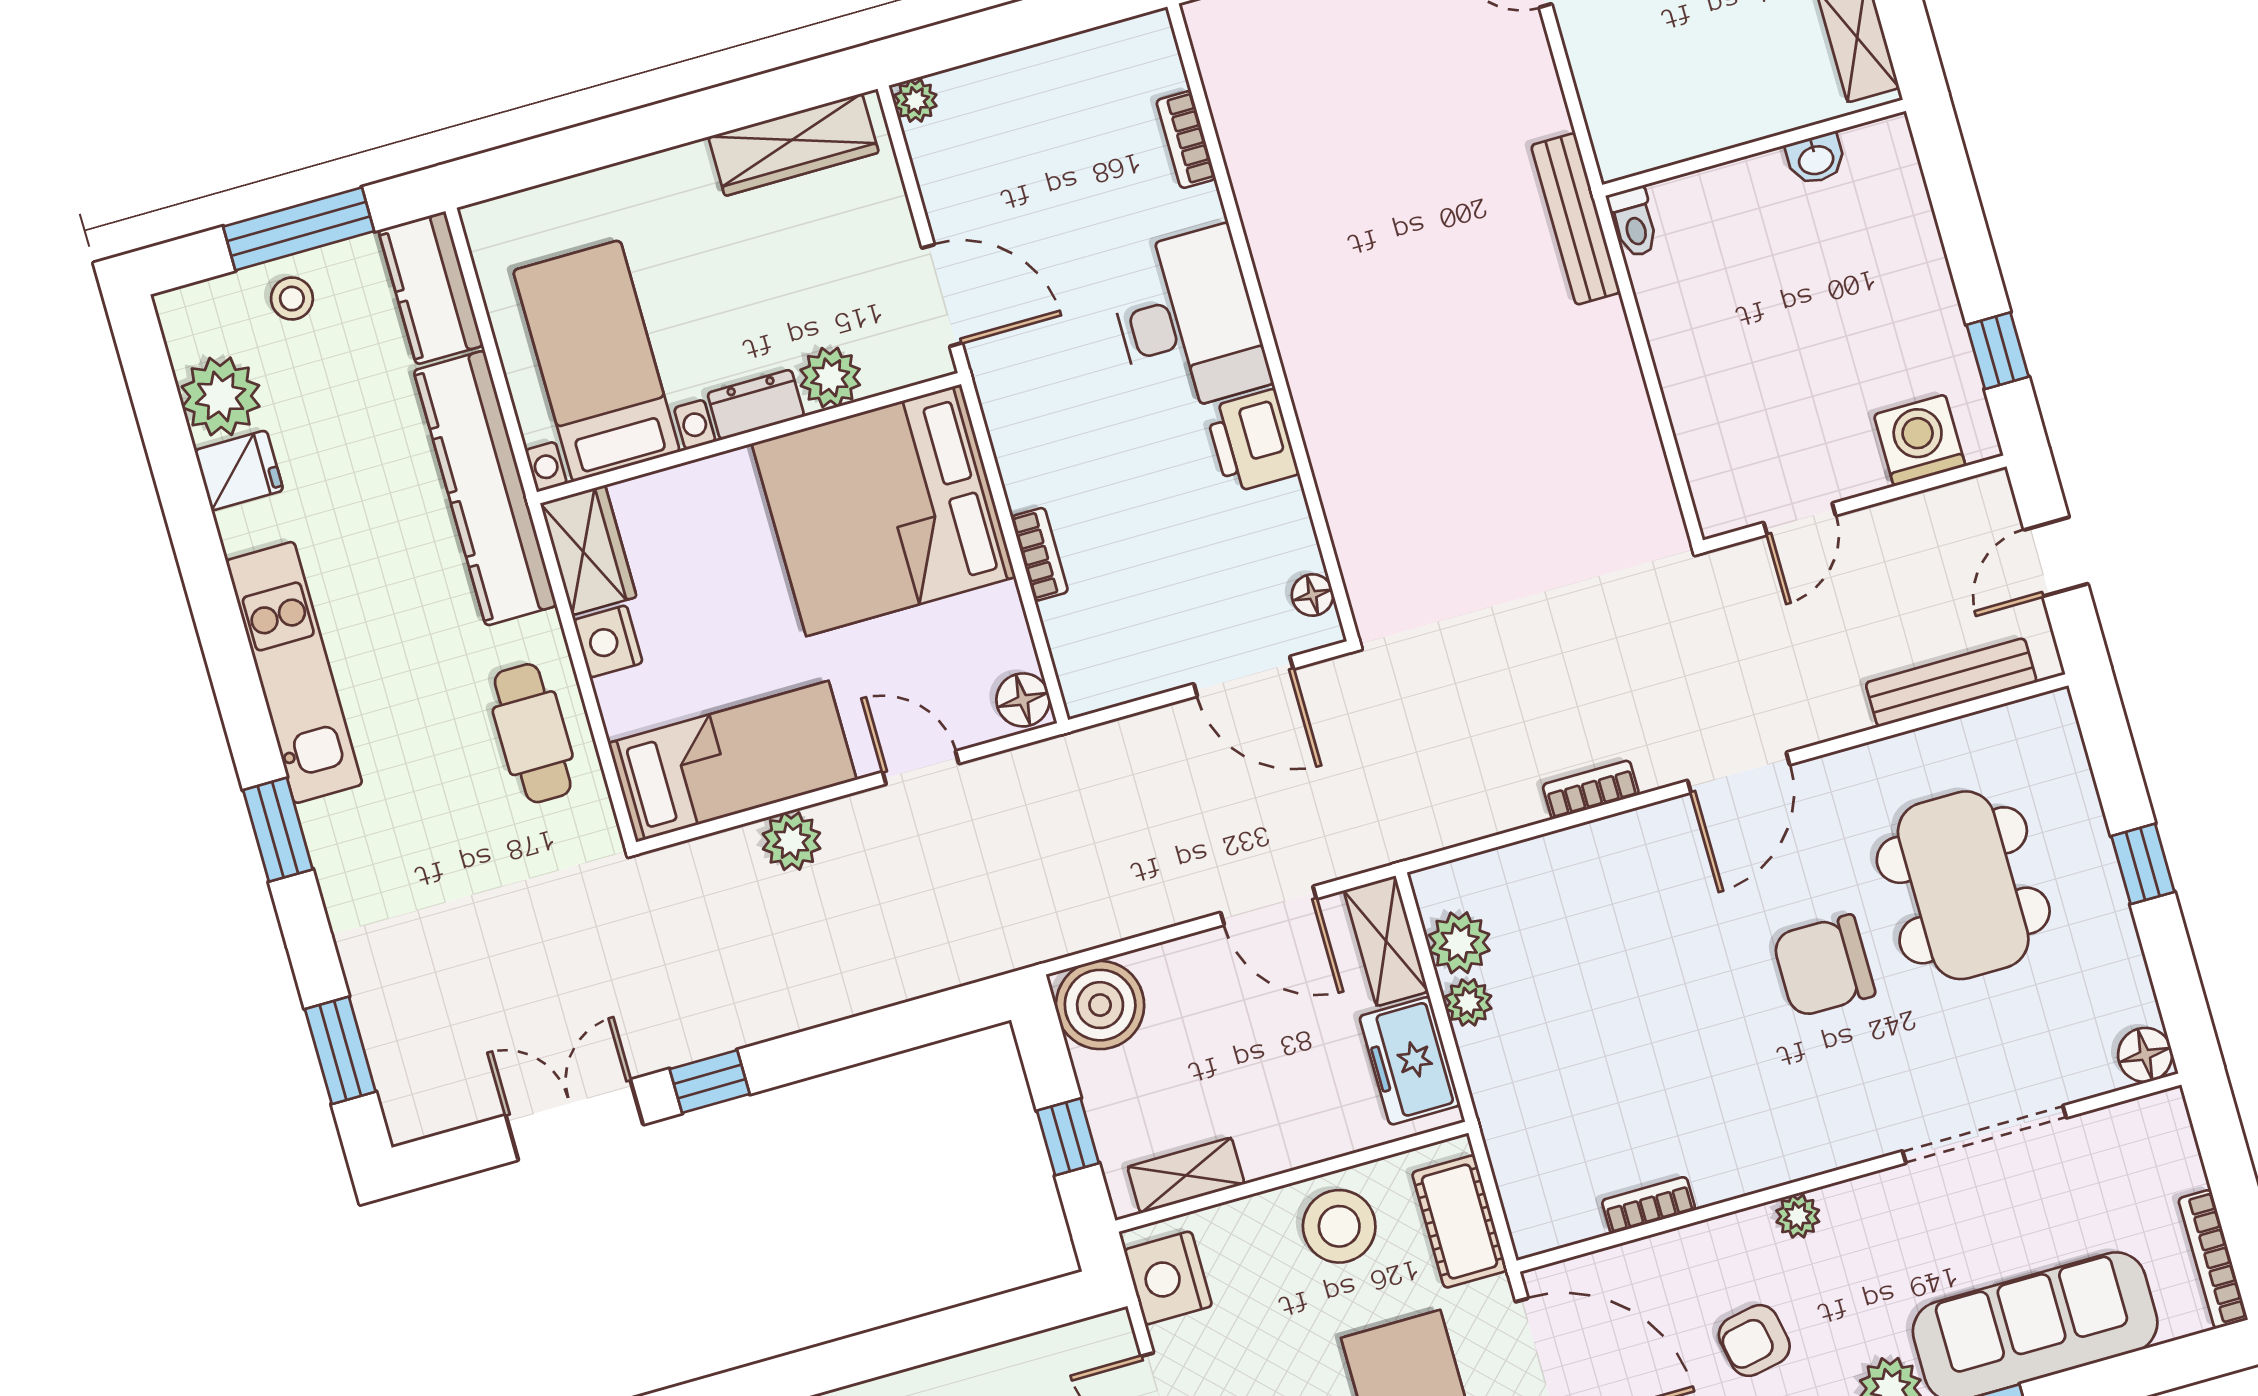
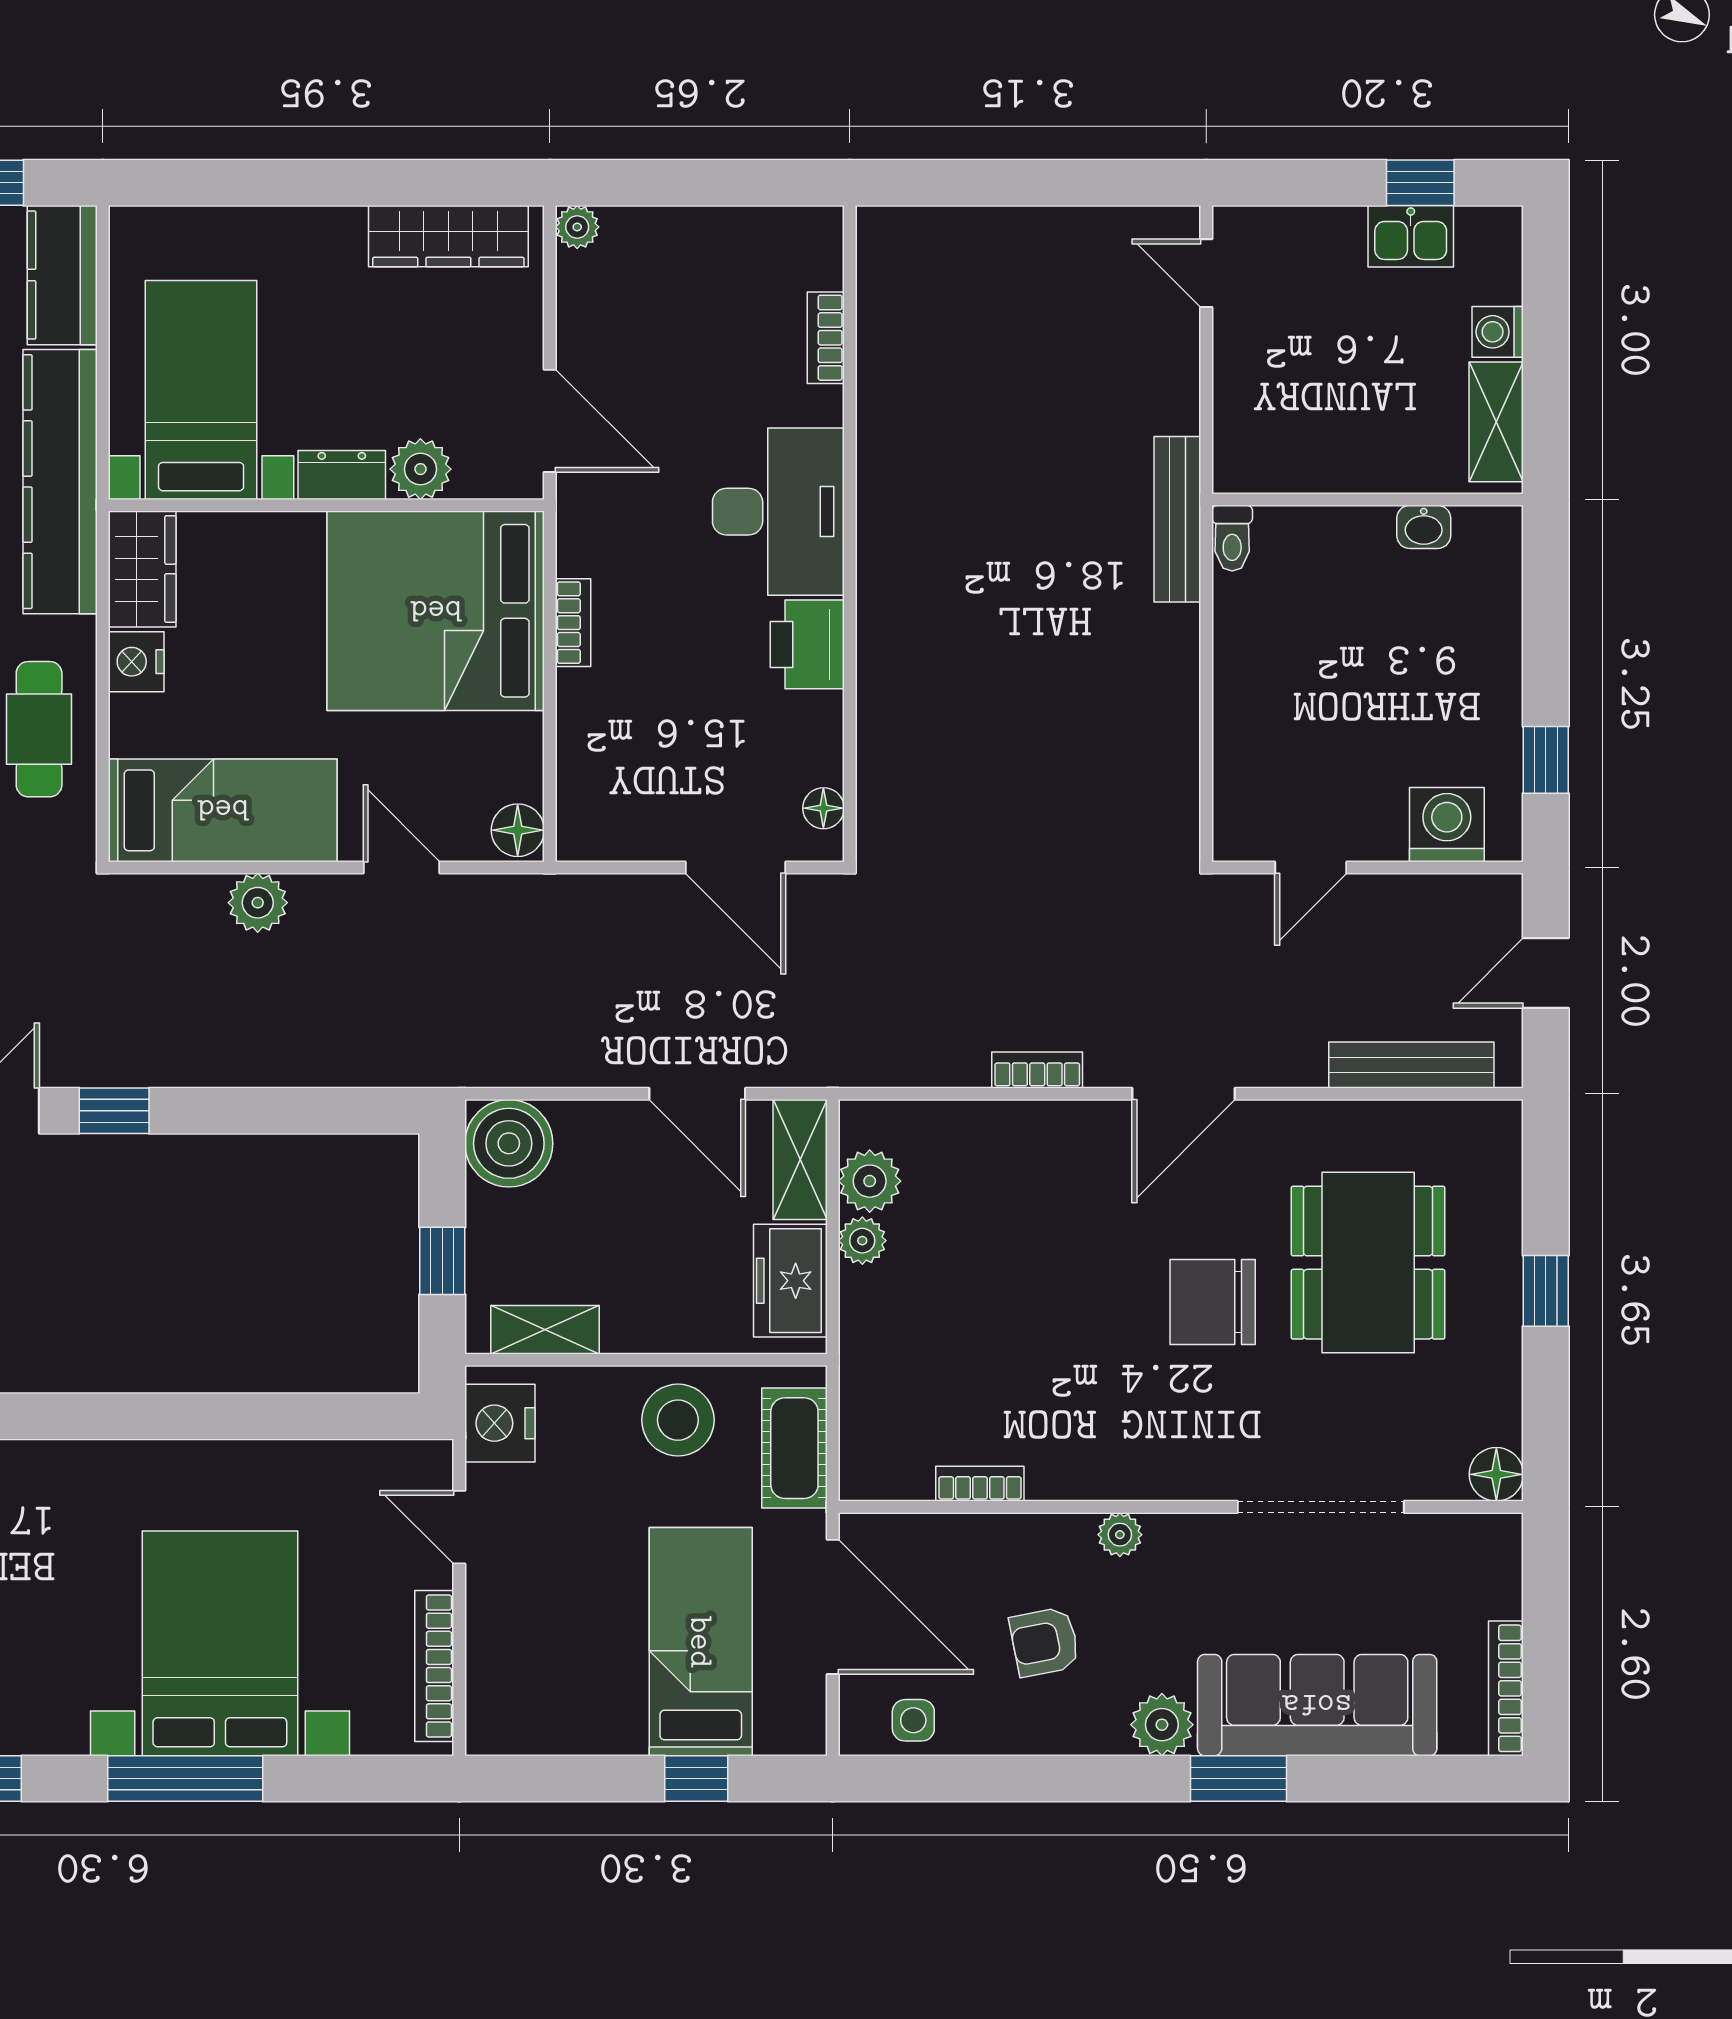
bookcase: (1040, 554) -> (573, 623), moved

